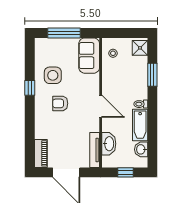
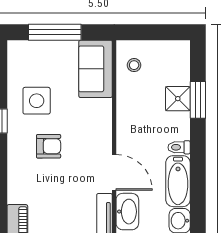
shower: (140, 48) -> (178, 99), moved
armchair: (60, 103) -> (49, 146), turned 180
door: (101, 106) -> (114, 172), moved

